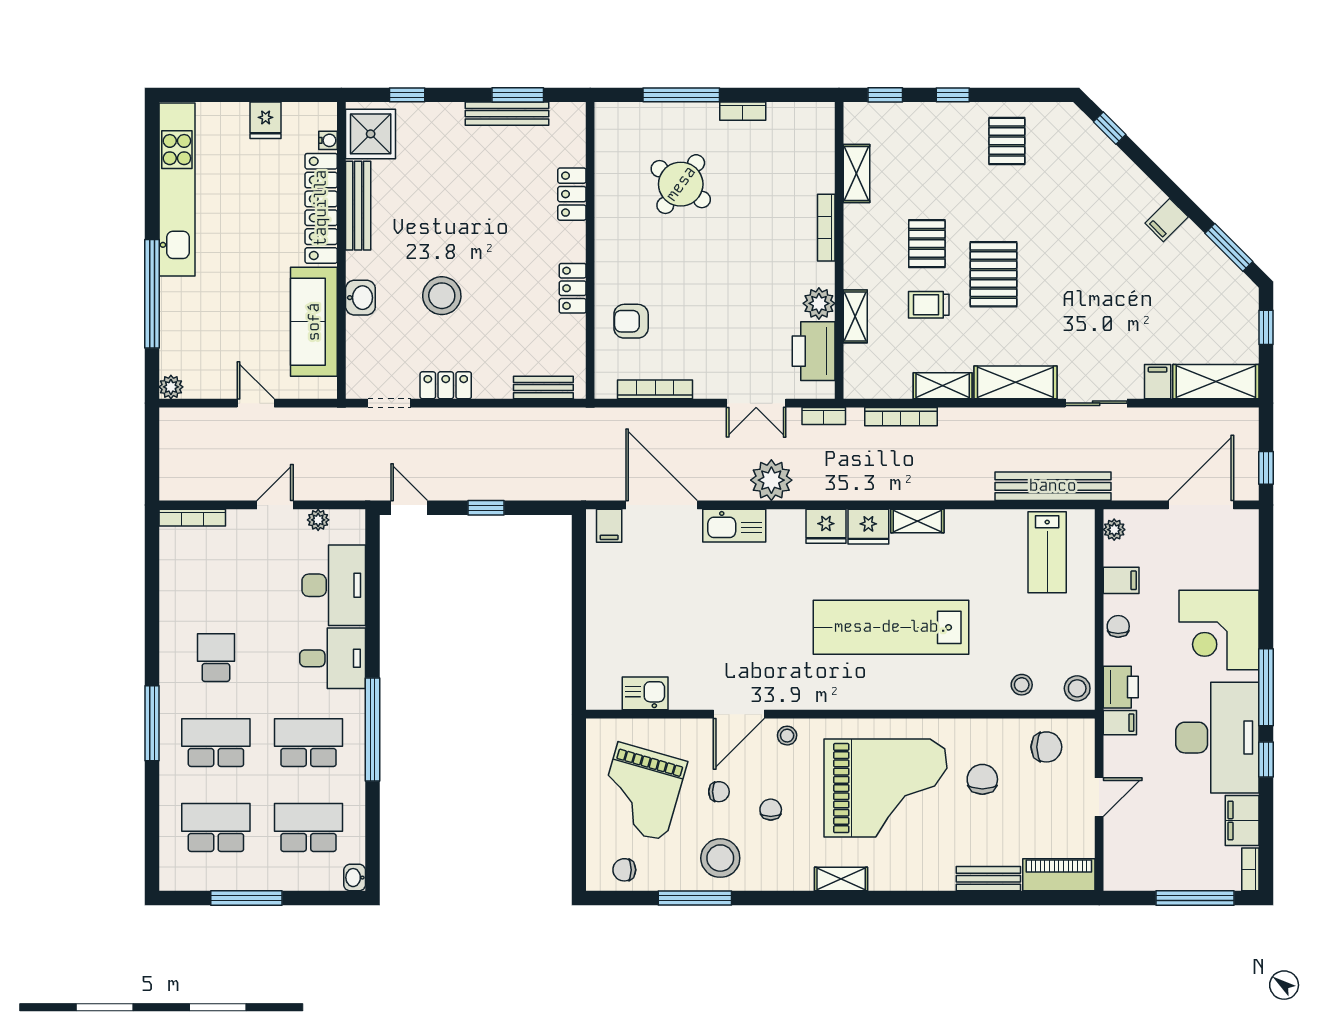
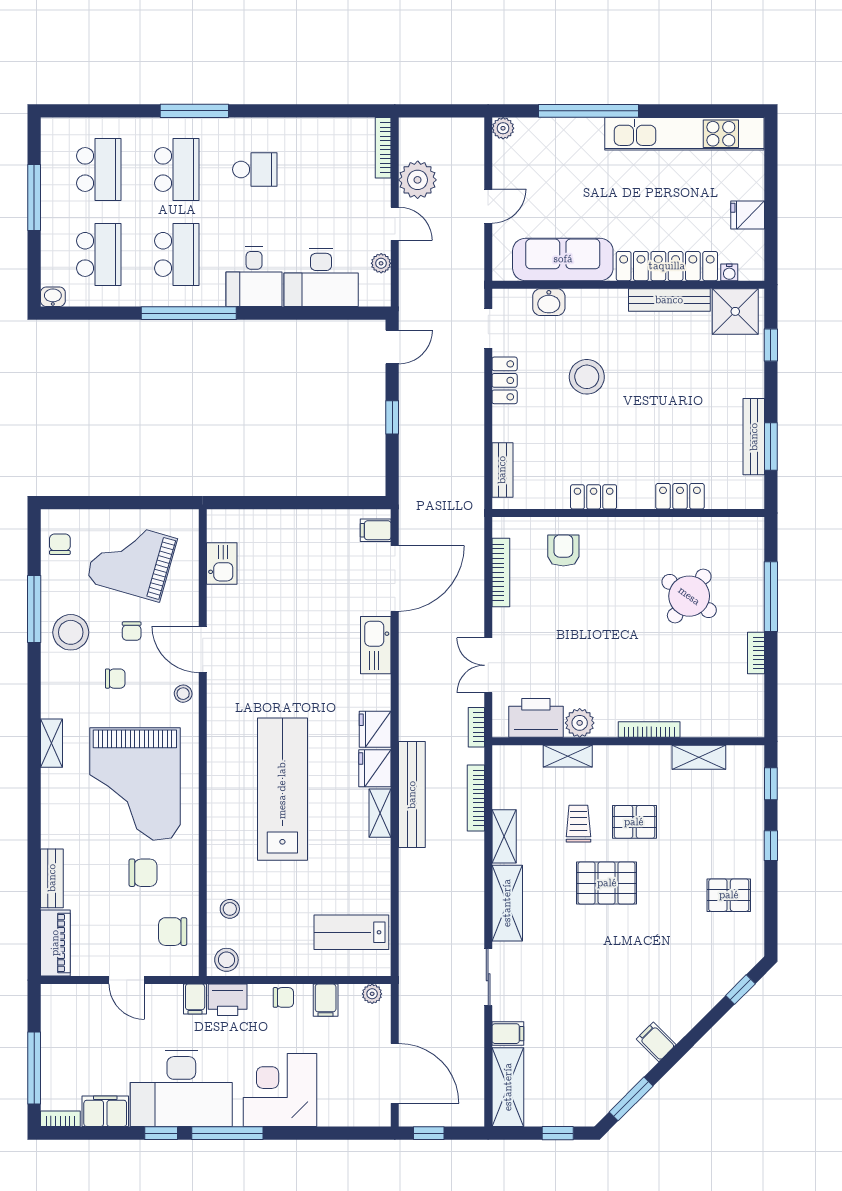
washbasin: (360, 298) -> (549, 302), moved
plant: (771, 480) -> (418, 180), moved
bench: (1053, 486) -> (412, 795), moved
chair: (1046, 747) -> (173, 932), turned 90

